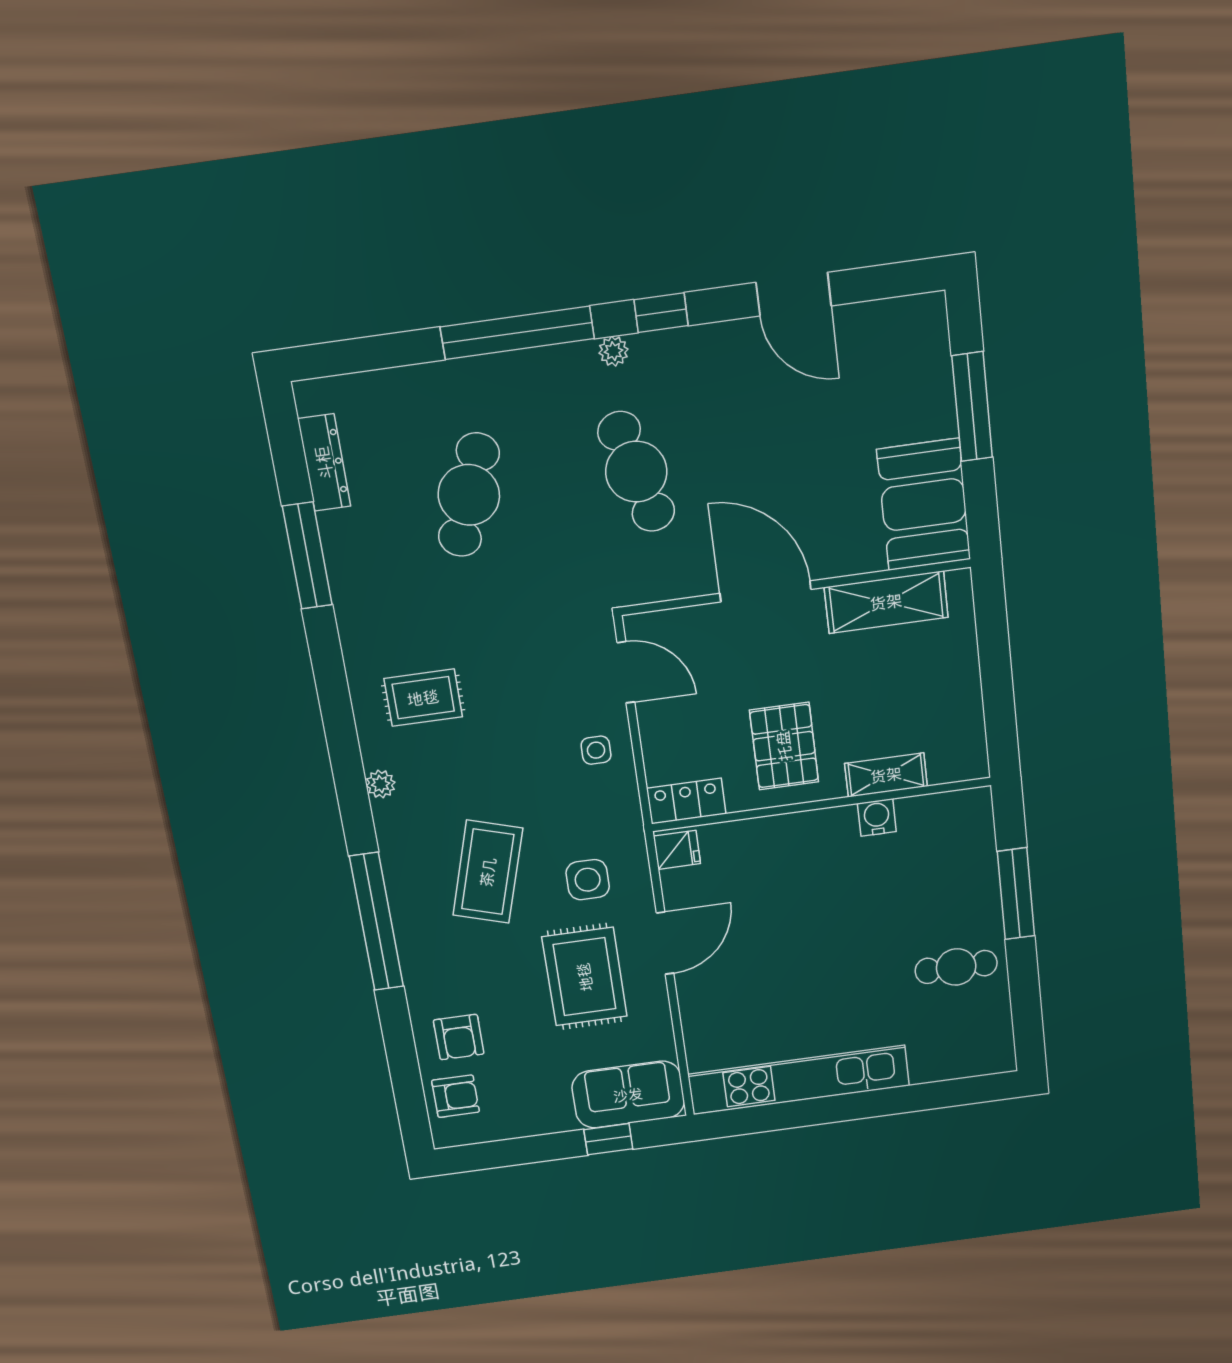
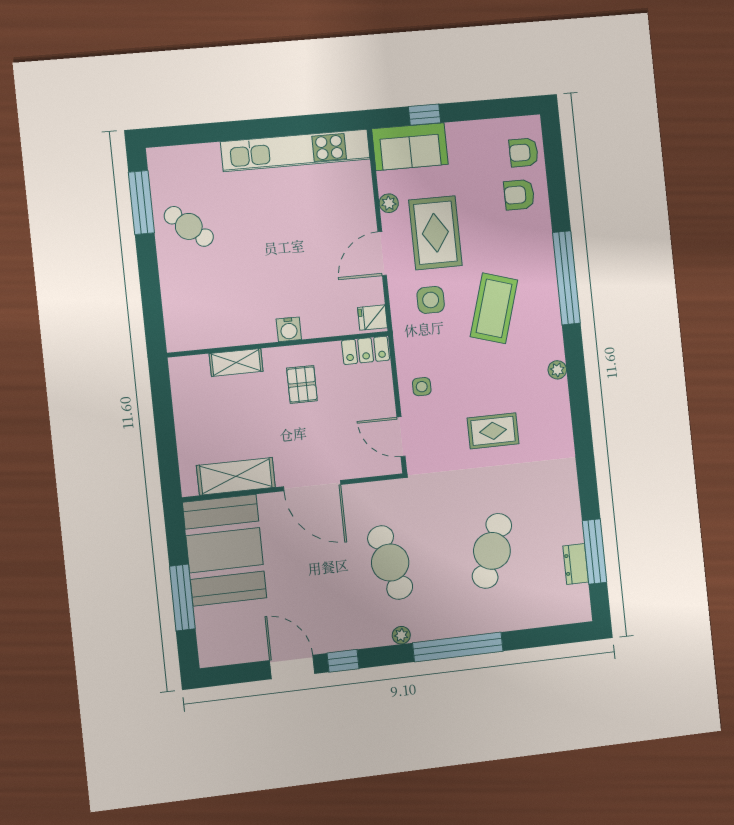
window: (661, 313) -> (343, 661), moved
dresser: (324, 463) -> (576, 564), width x0.70
booth: (924, 505) -> (225, 550), width x1.36, depth x1.42
window: (307, 556) -> (595, 551), moved
rug: (423, 698) -> (493, 431), moved
pallet: (784, 746) -> (302, 384), width x0.67, depth x0.71
water cooler: (877, 817) -> (289, 329), moved
window: (1016, 894) -> (141, 203), moved
cafe table: (956, 967) -> (189, 226), turned 41
plant: (657, 1015) -> (389, 203), added
armchair: (459, 1037) -> (519, 195), turned -90

